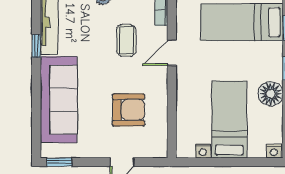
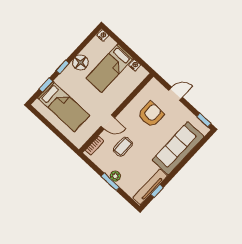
window: (36, 46) -> (157, 191), moved
armchair: (129, 110) -> (151, 115), turned 90

